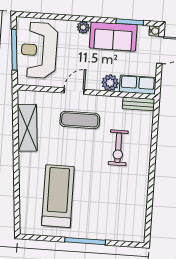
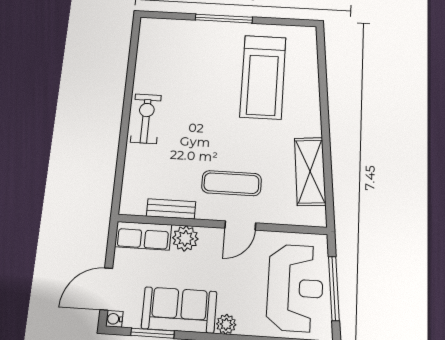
bench: (139, 104) -> (171, 209), moved
exercise bike: (118, 148) -> (146, 119), moved

